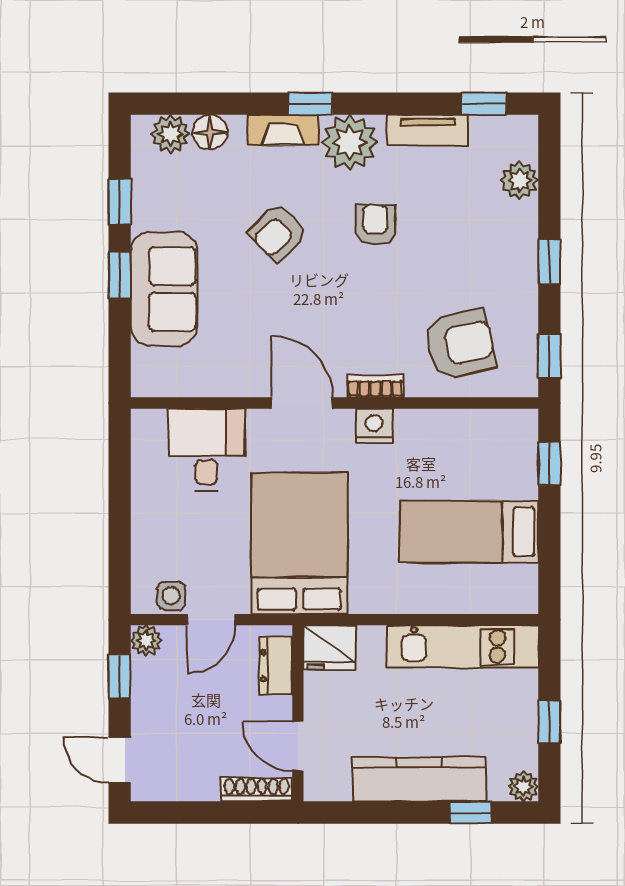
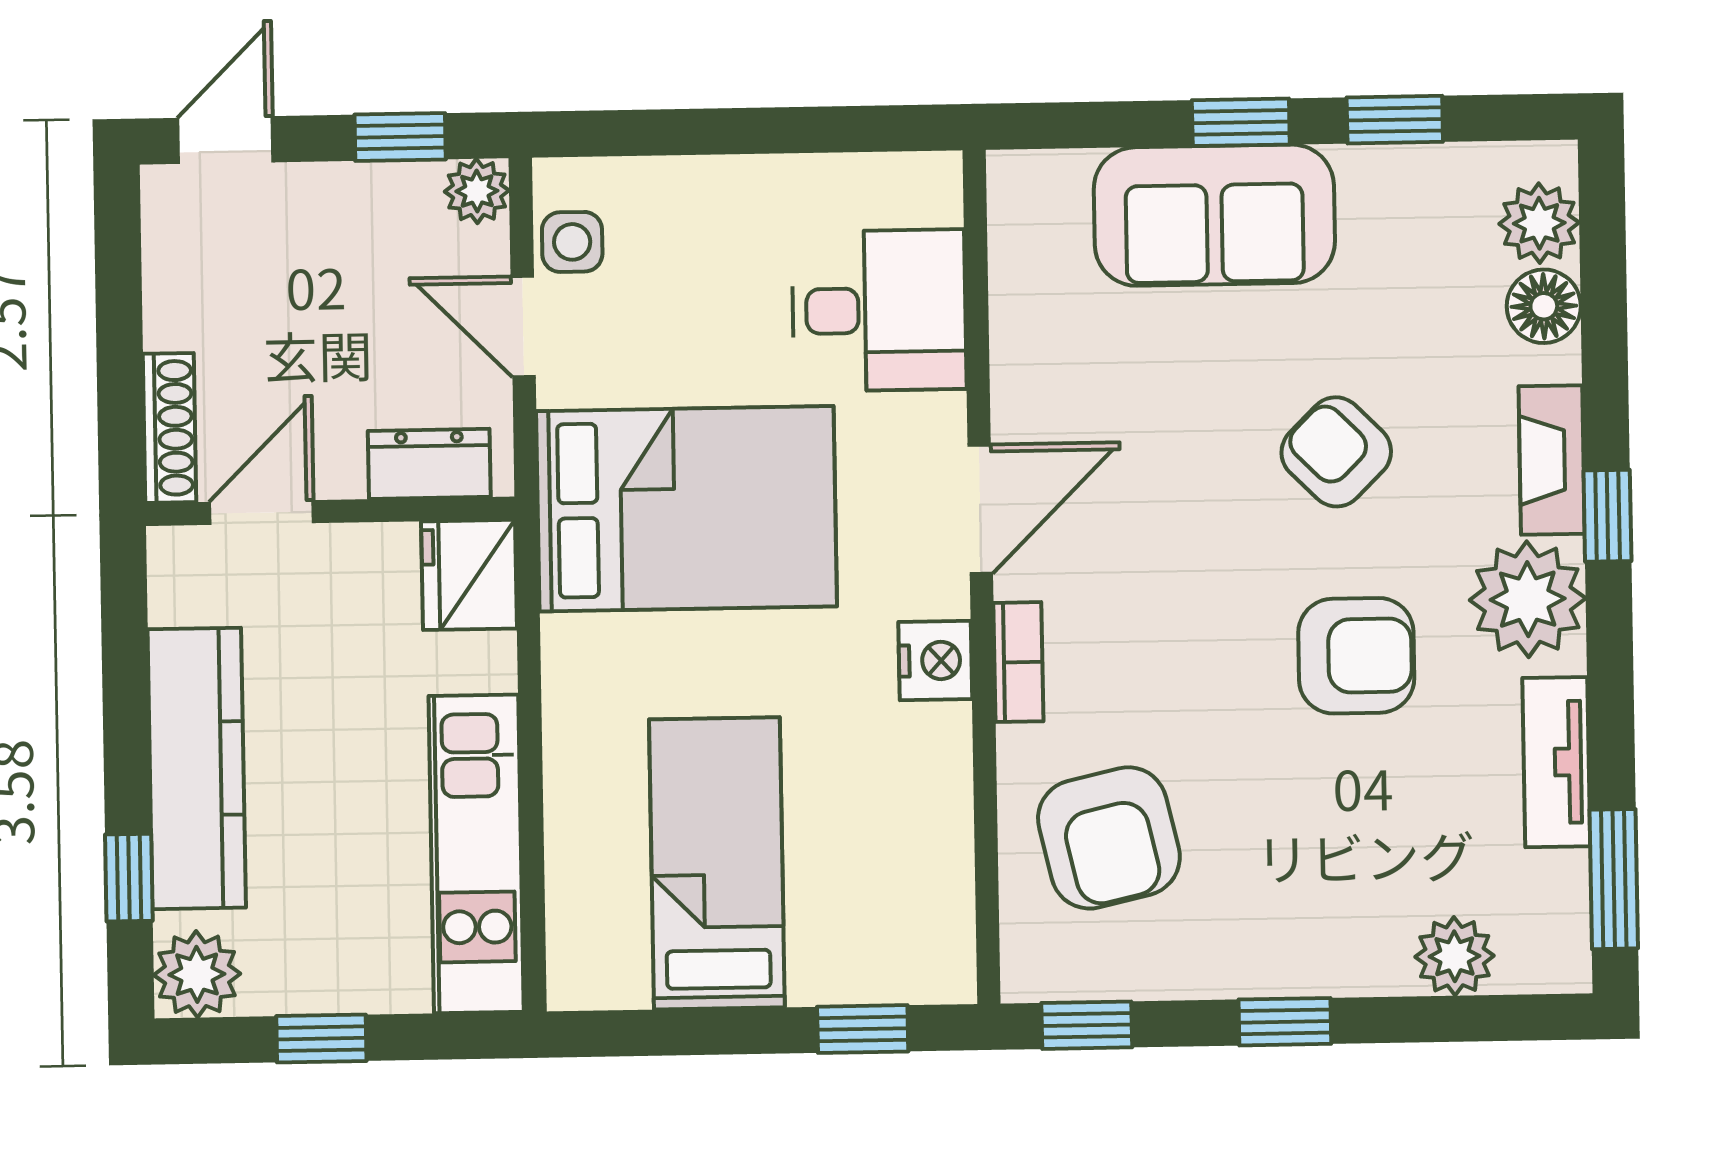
window: (484, 104) -> (1614, 879), width x1.50
armchair: (375, 225) -> (1356, 656), width x1.38, depth x1.38
plant: (523, 786) -> (197, 974), width x1.38, depth x1.38

